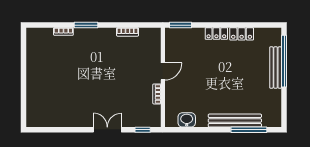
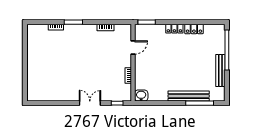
bench: (276, 68) -> (220, 70), moved
door: (163, 71) -> (133, 48), moved
washbasin: (187, 120) -> (141, 96), moved

